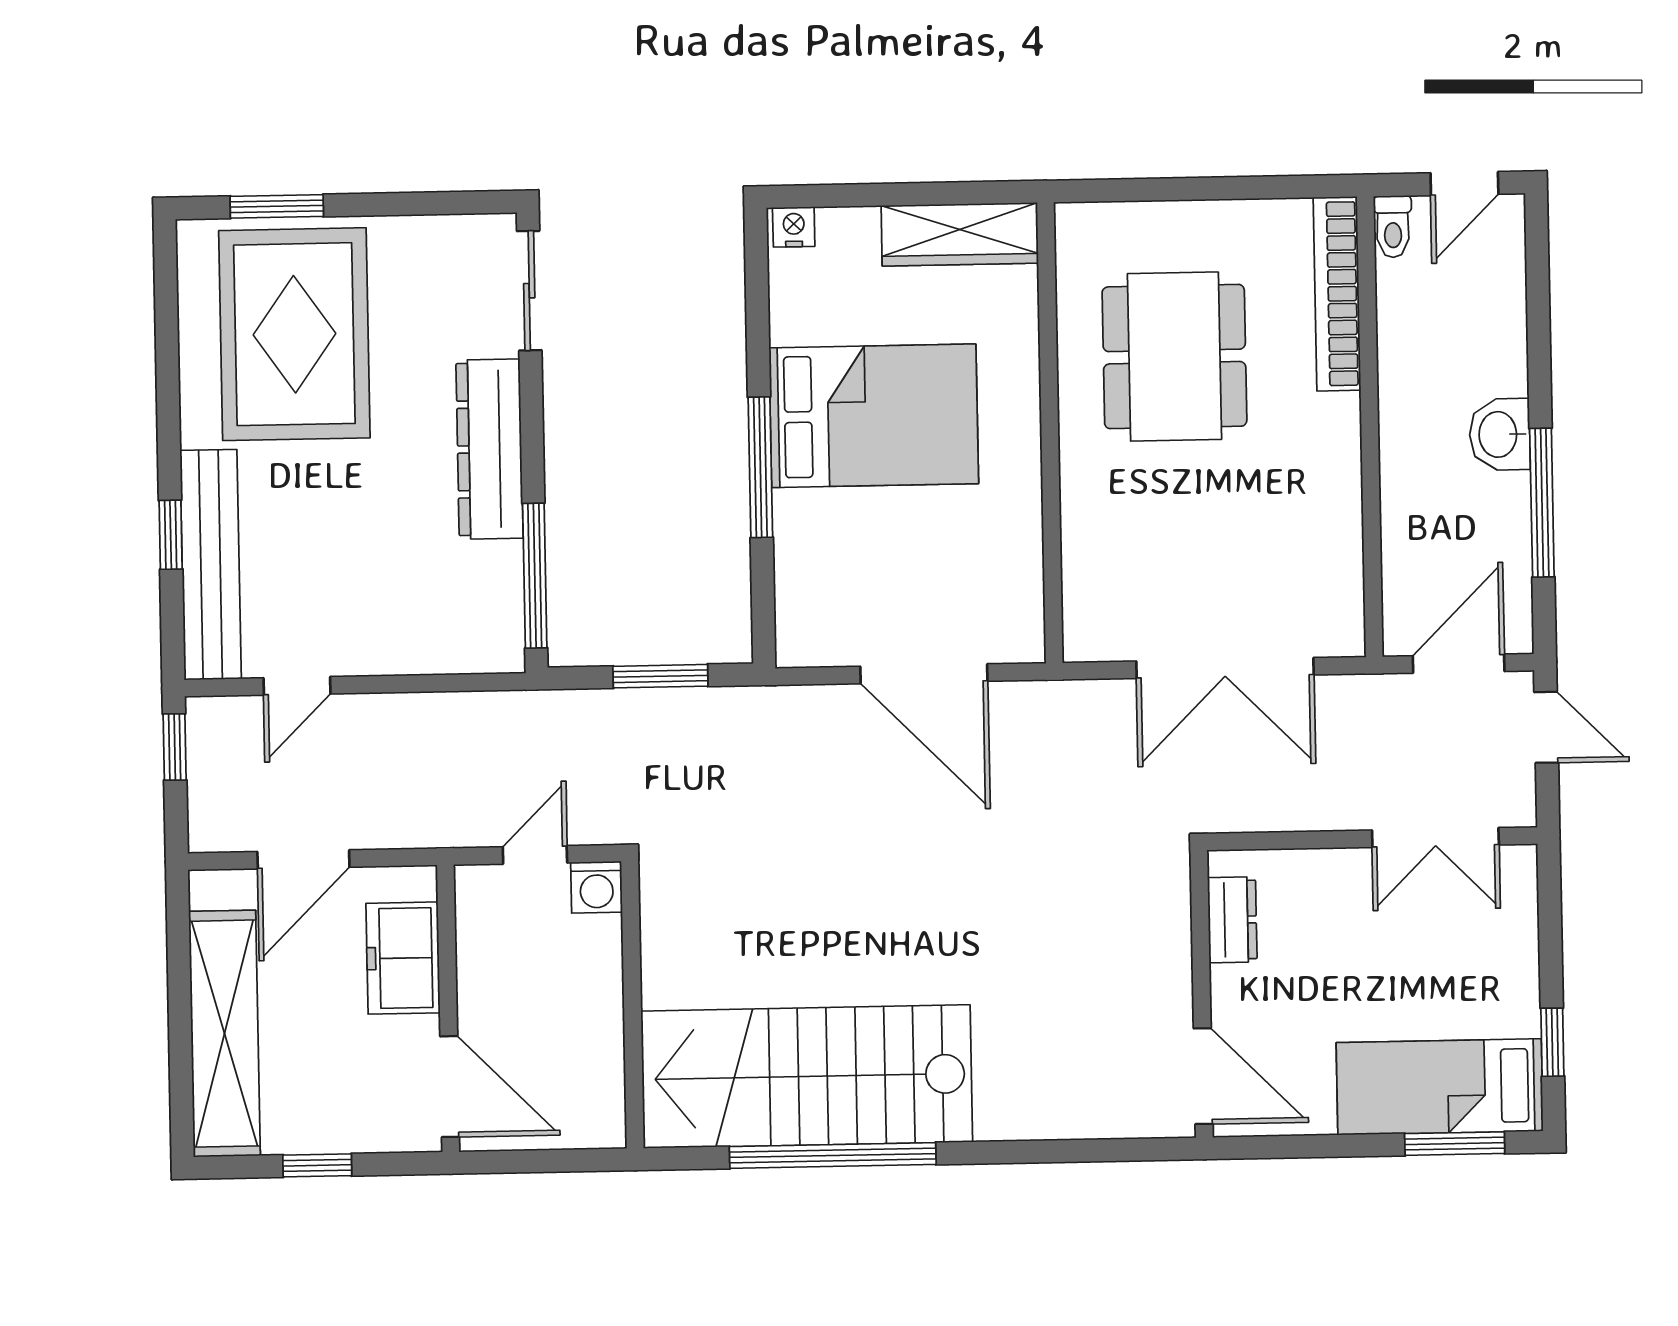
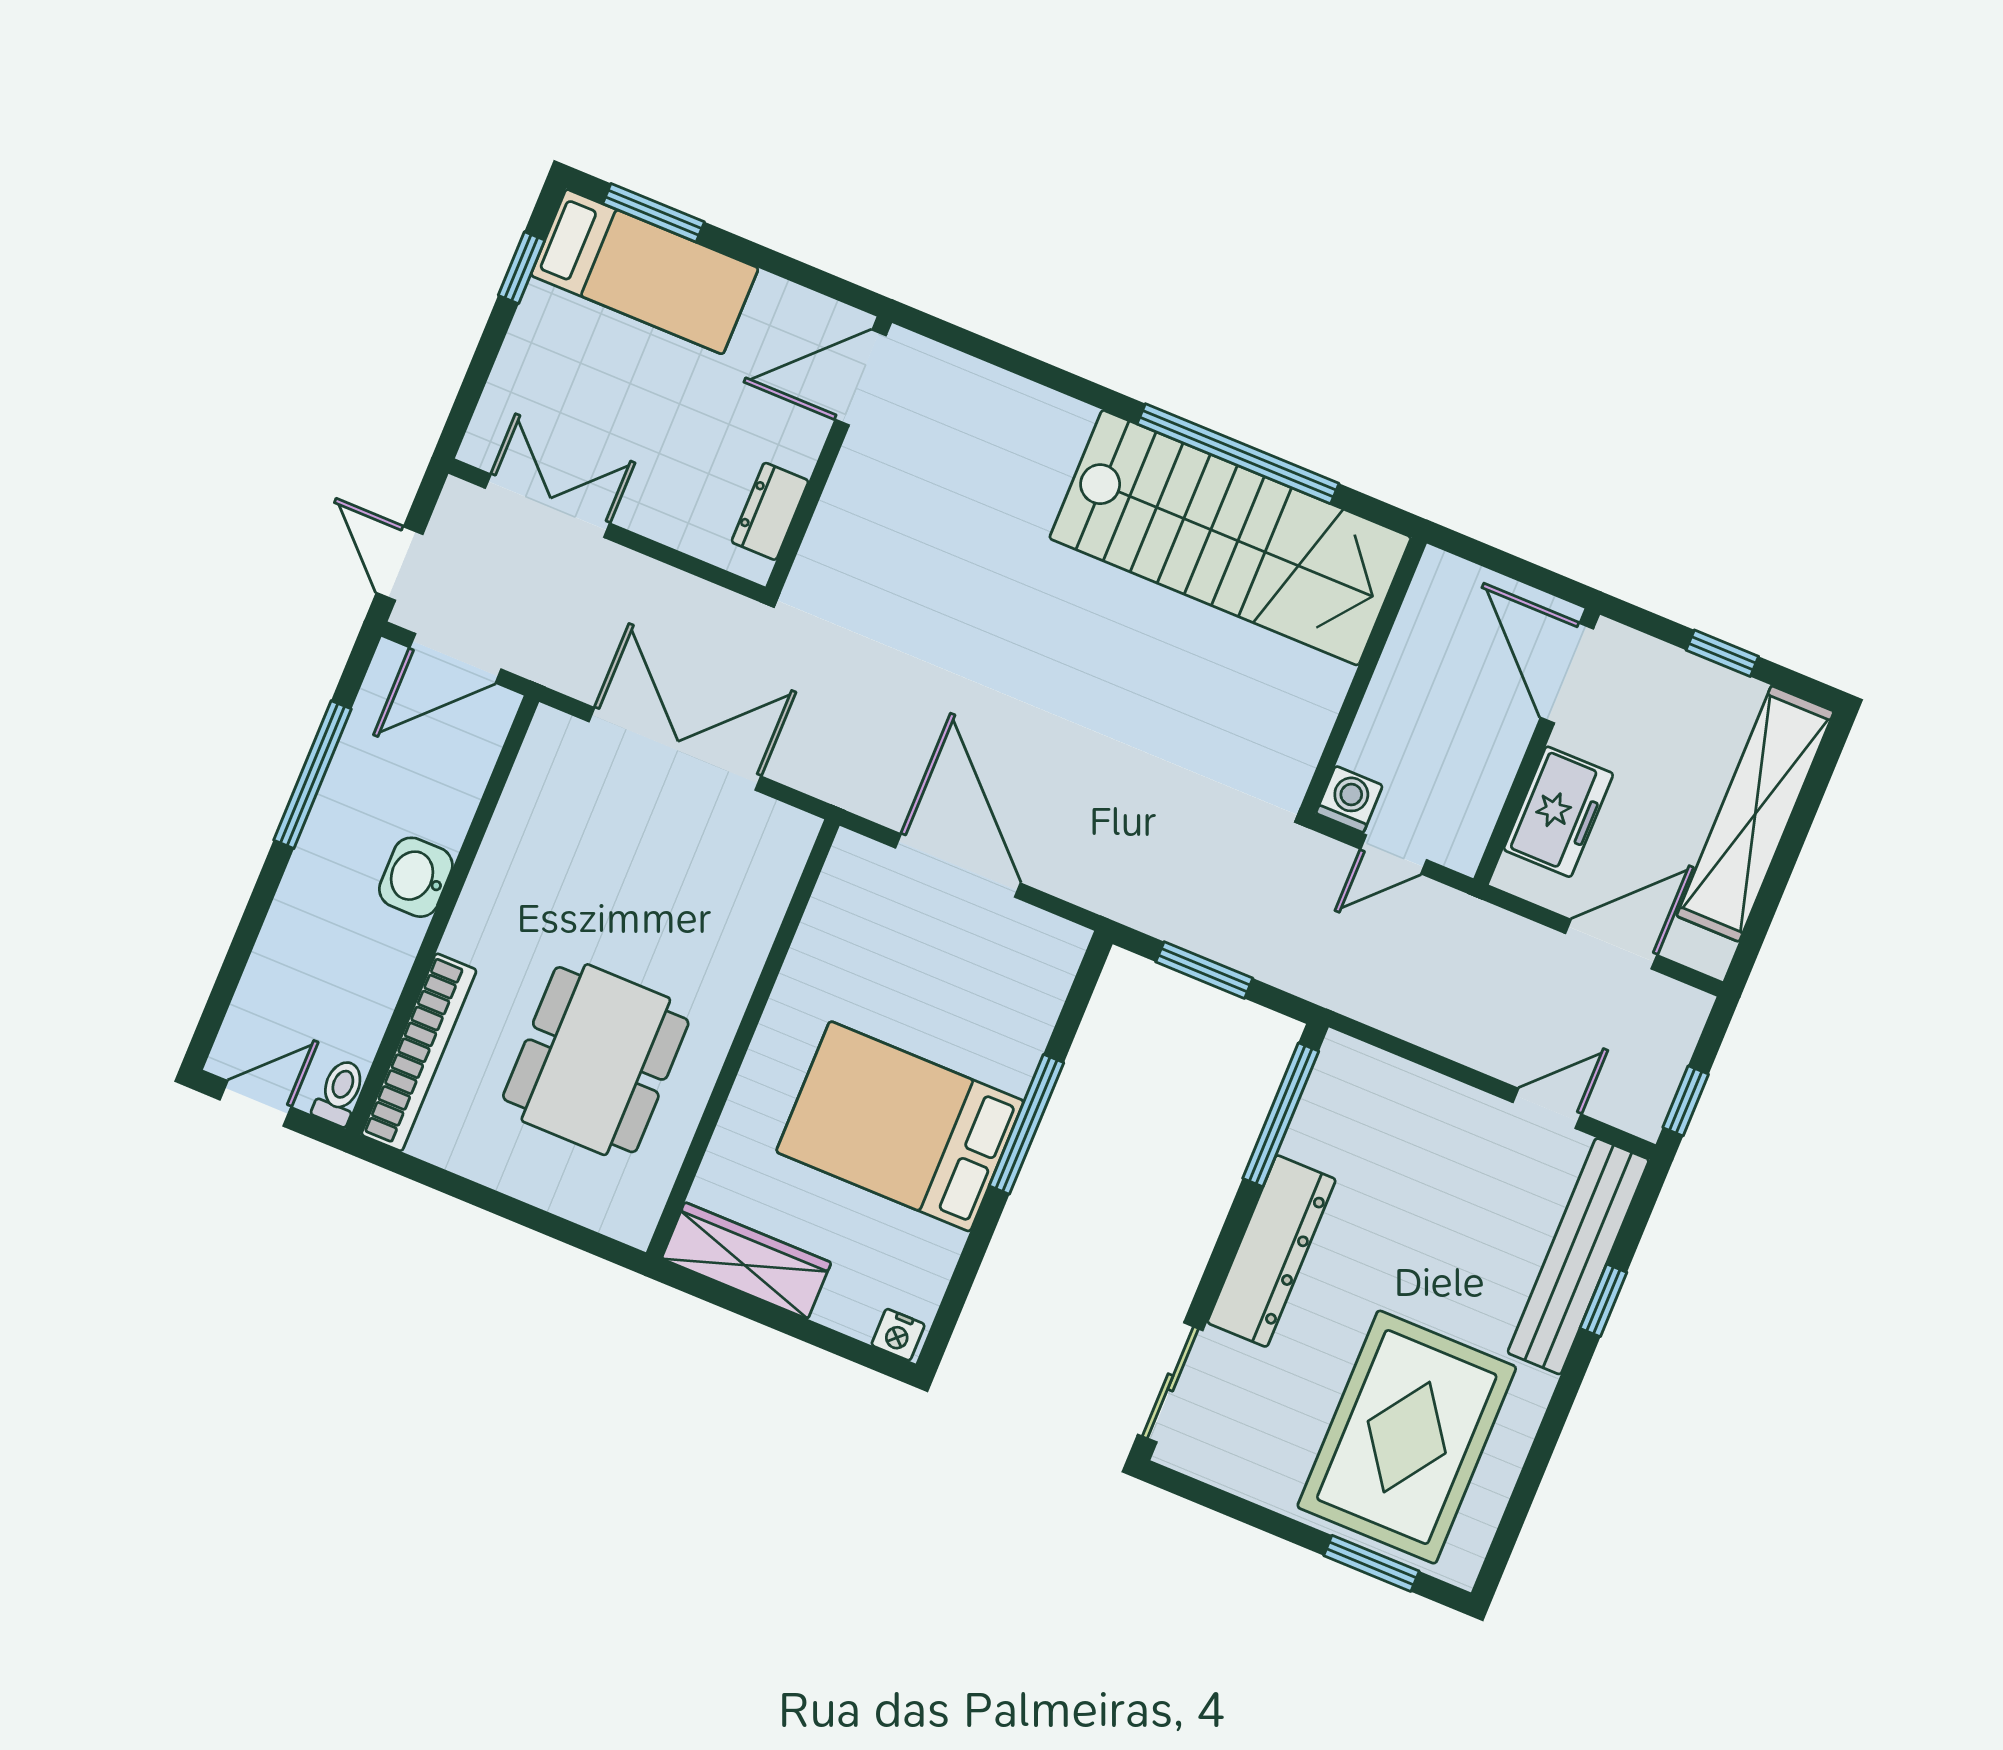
washbasin: (1500, 434) -> (416, 877), moved, turned 180
door: (1203, 1076) -> (861, 377), hinge flipped

